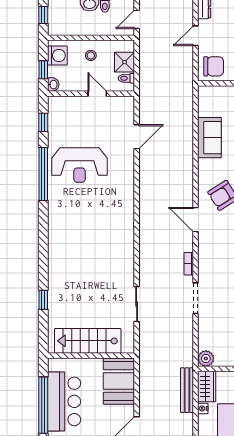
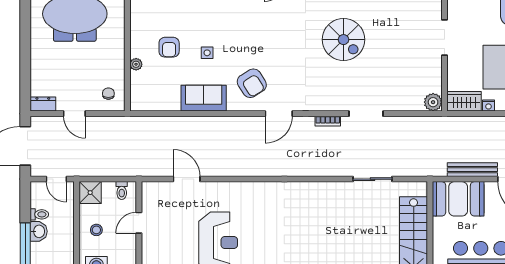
shower: (124, 62) -> (90, 193), moved
chair: (214, 66) -> (108, 94), width x0.54, depth x0.54
sofa: (209, 138) -> (204, 98), moved
bench: (187, 390) -> (472, 170), moved

